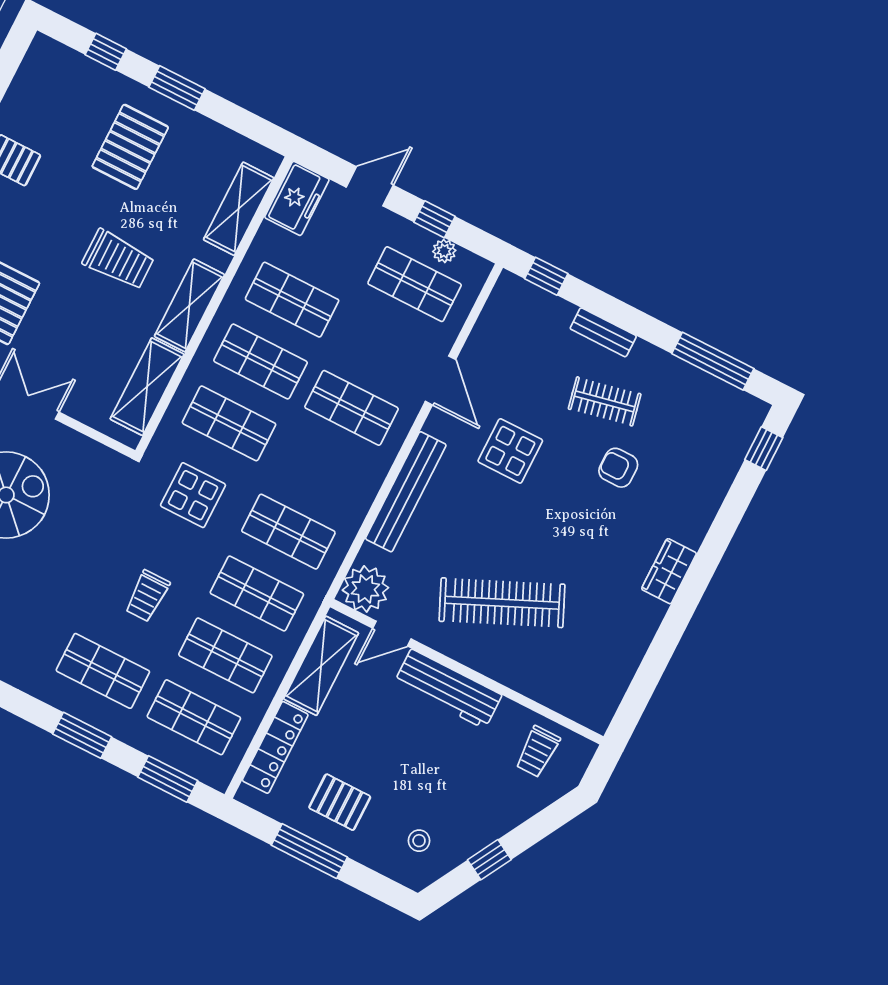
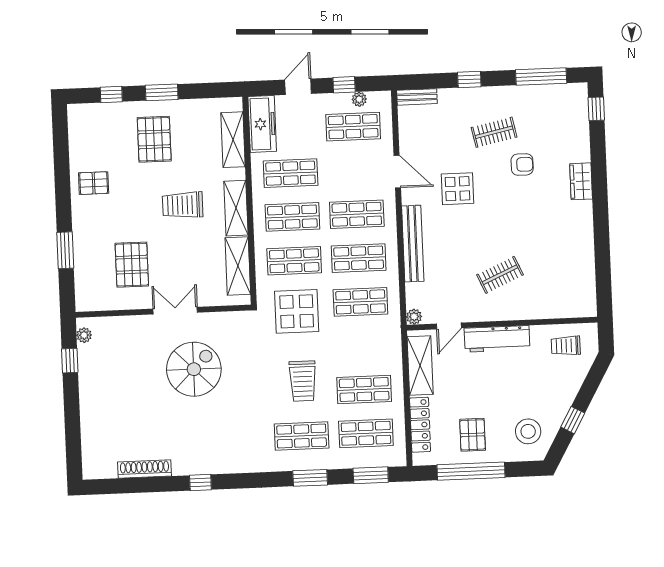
freezer: (297, 198) -> (262, 124), width x1.40
trolley: (118, 260) -> (183, 205), turned 180
window: (546, 276) -> (469, 80), moved
bench: (603, 332) -> (417, 97), moved
armchair: (618, 468) -> (522, 164), turned 180
display table: (193, 495) -> (297, 311), width x1.36, depth x1.36
wardrobe: (669, 571) -> (581, 181), moved
plant: (365, 589) -> (414, 317), width x0.53, depth x0.53
shop shelf: (257, 593) -> (359, 258), moved
trolley: (147, 596) -> (303, 381), width x1.36, depth x1.39
clothes rail: (502, 603) -> (500, 275), width x0.54, depth x0.76
trolley: (538, 752) -> (566, 346), turned 90
pallet: (340, 802) -> (473, 435), turned 90
stool: (419, 841) -> (528, 431), width x1.89, depth x1.89
window: (309, 851) -> (471, 471), width x1.46

